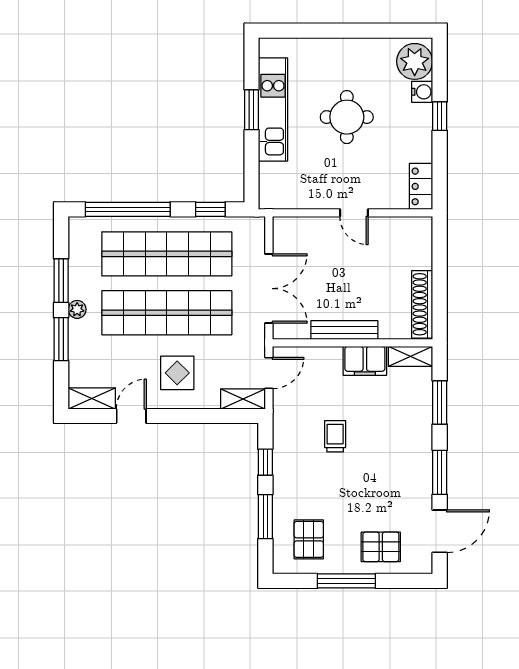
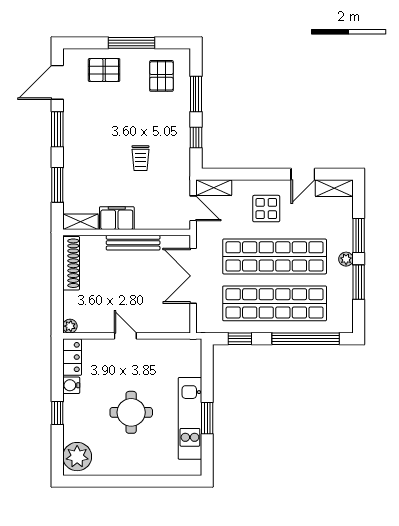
water cooler: (422, 92) -> (71, 385), moved
plant: (424, 225) -> (70, 326), added
door: (269, 373) -> (193, 208), swing flipped

